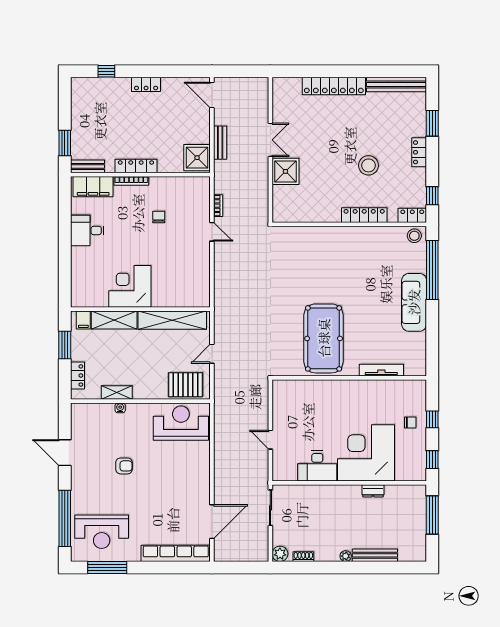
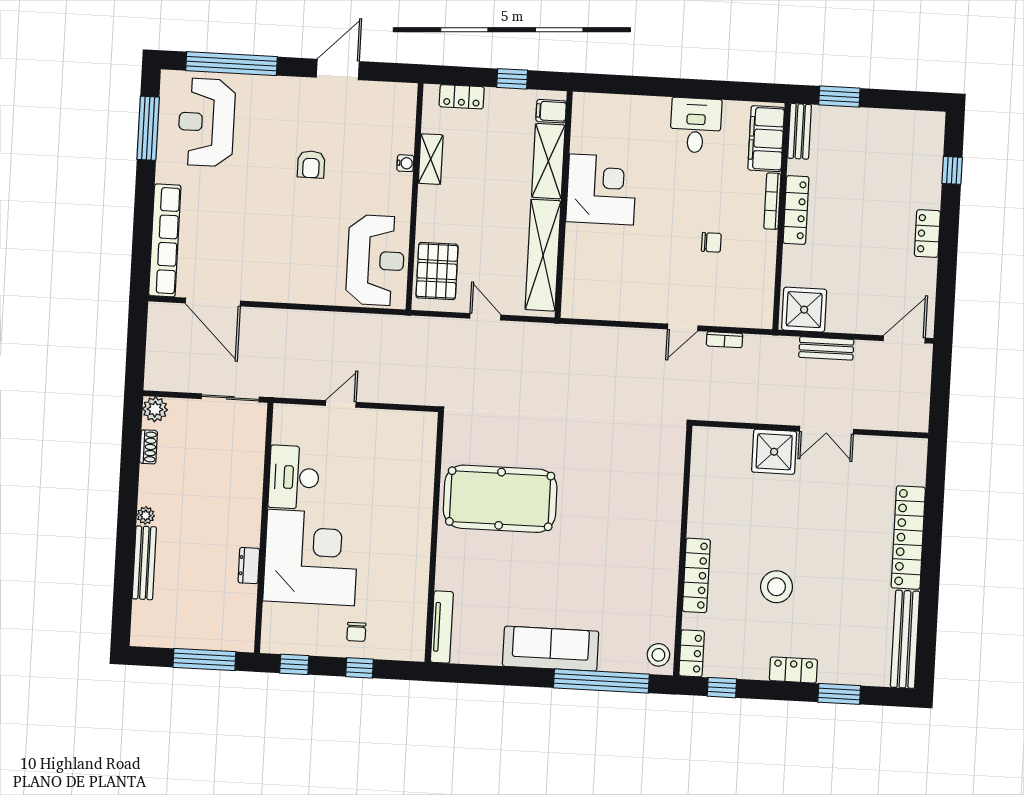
window: (65, 345) -> (512, 79), width x0.67
tv unit: (381, 370) -> (442, 627), moved

